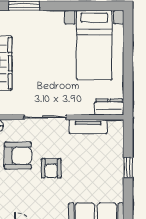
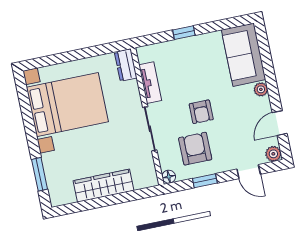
bed with nightstands: (94, 45) -> (67, 105), width x1.36
armchair: (51, 168) -> (201, 112), turned 90

